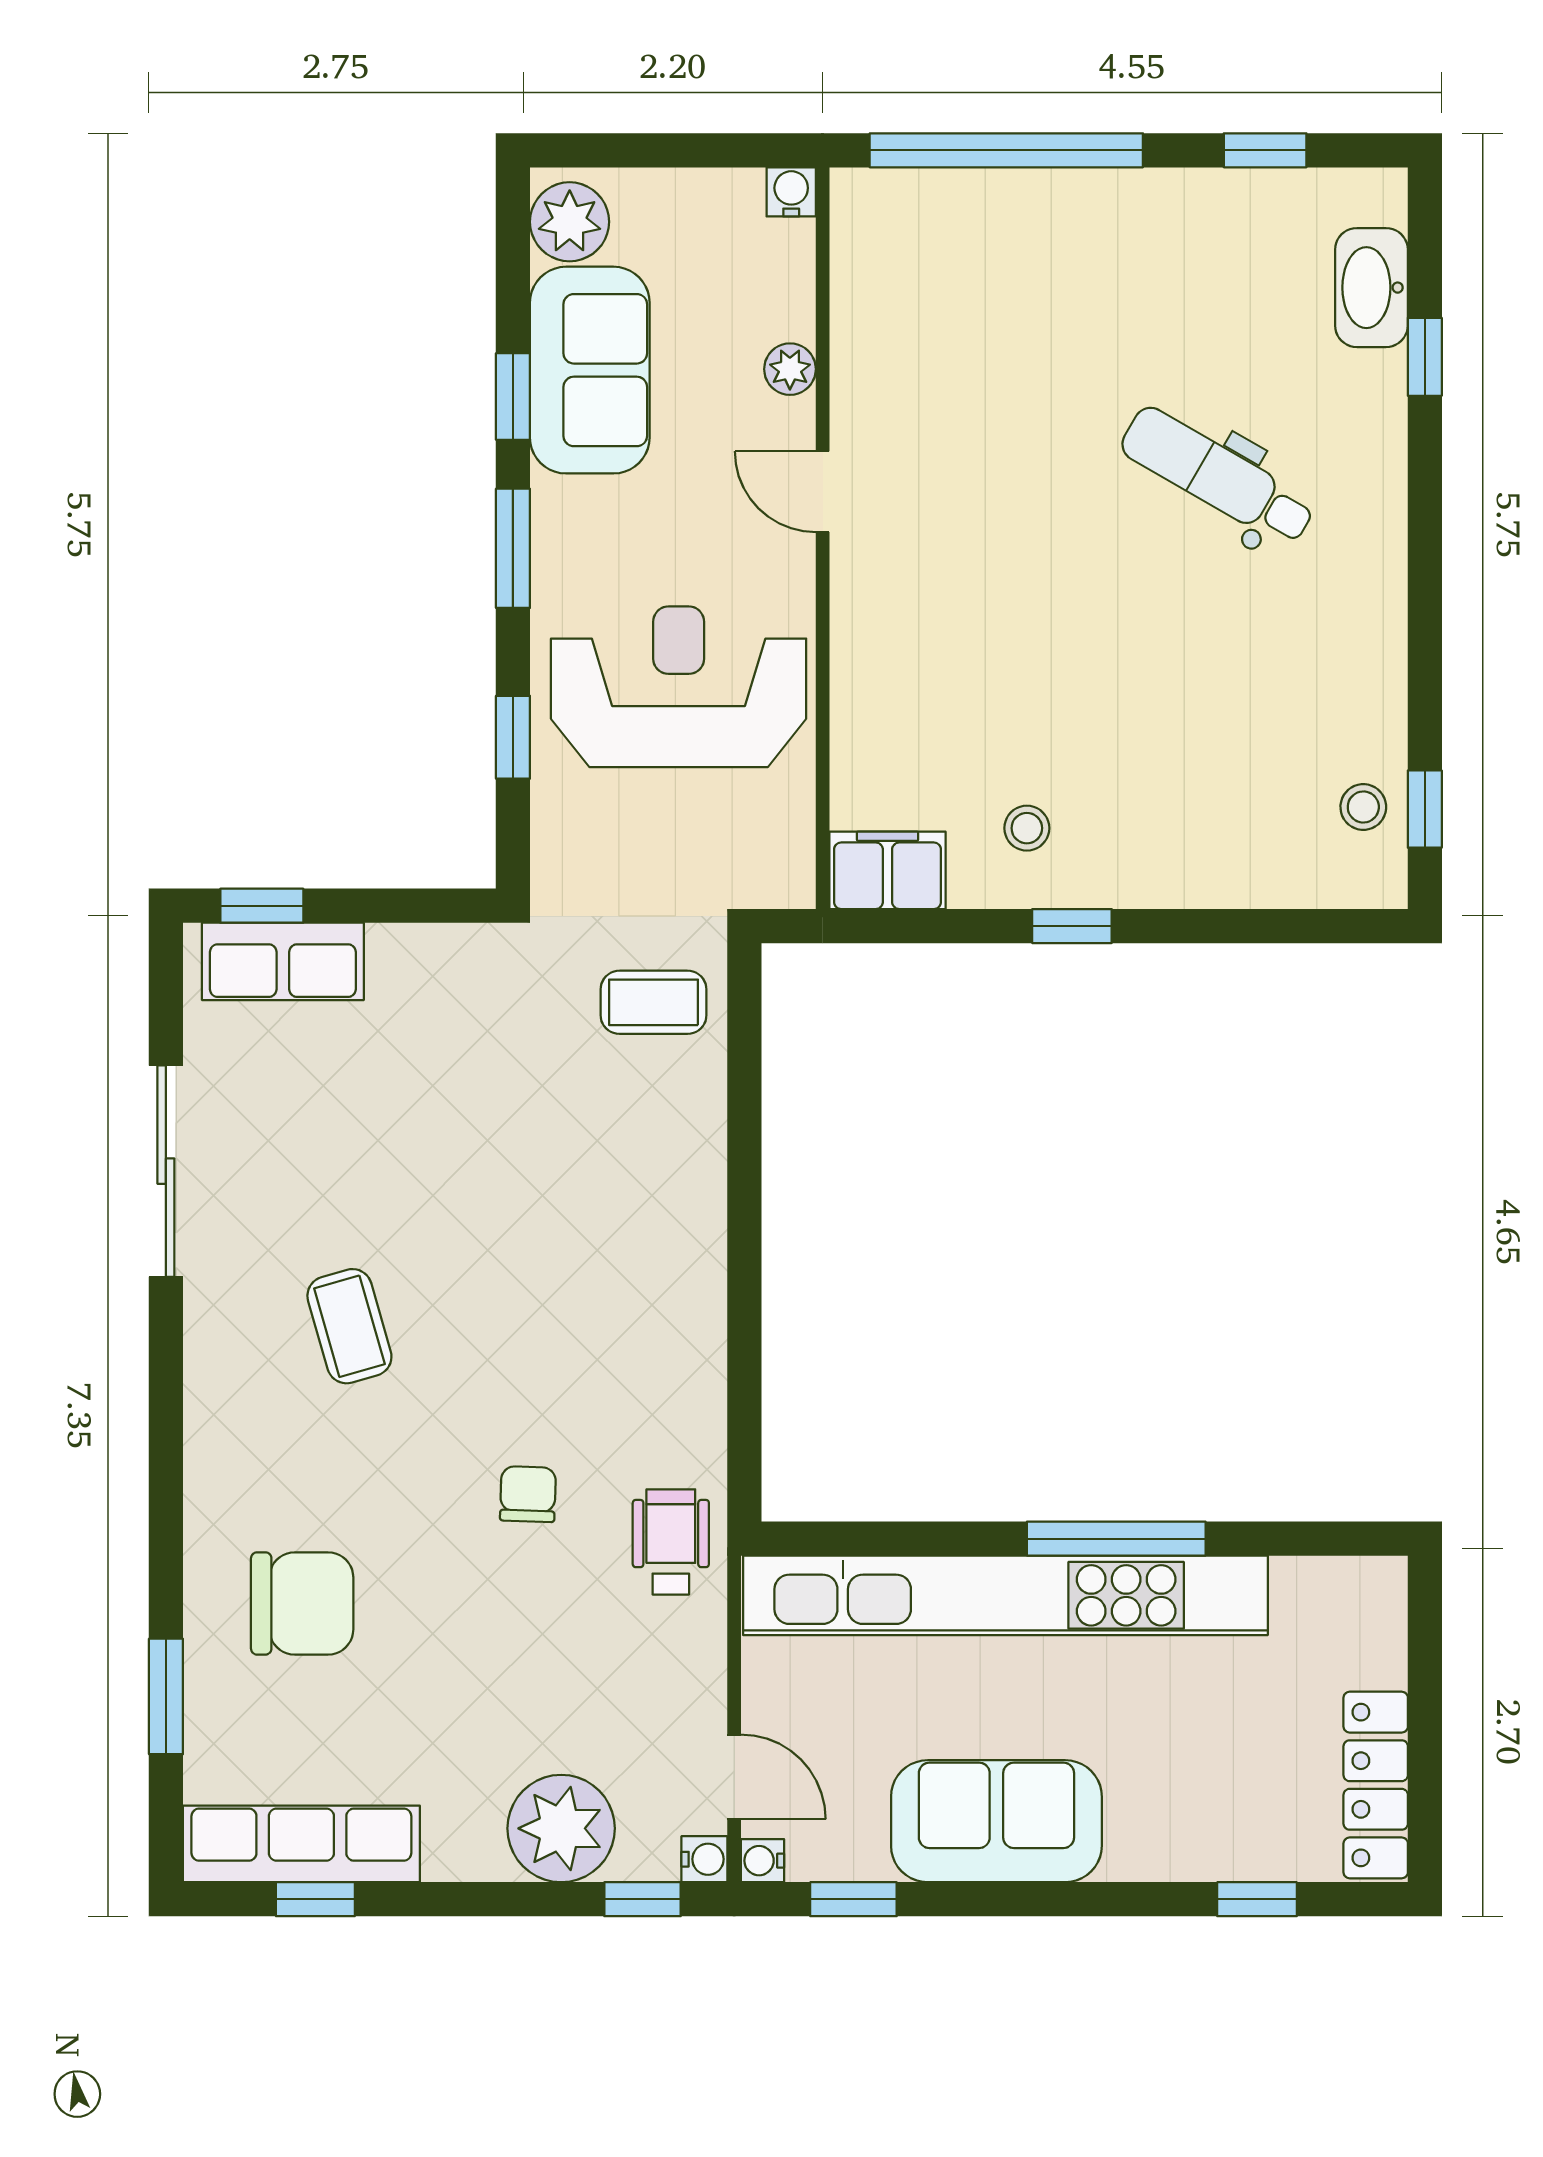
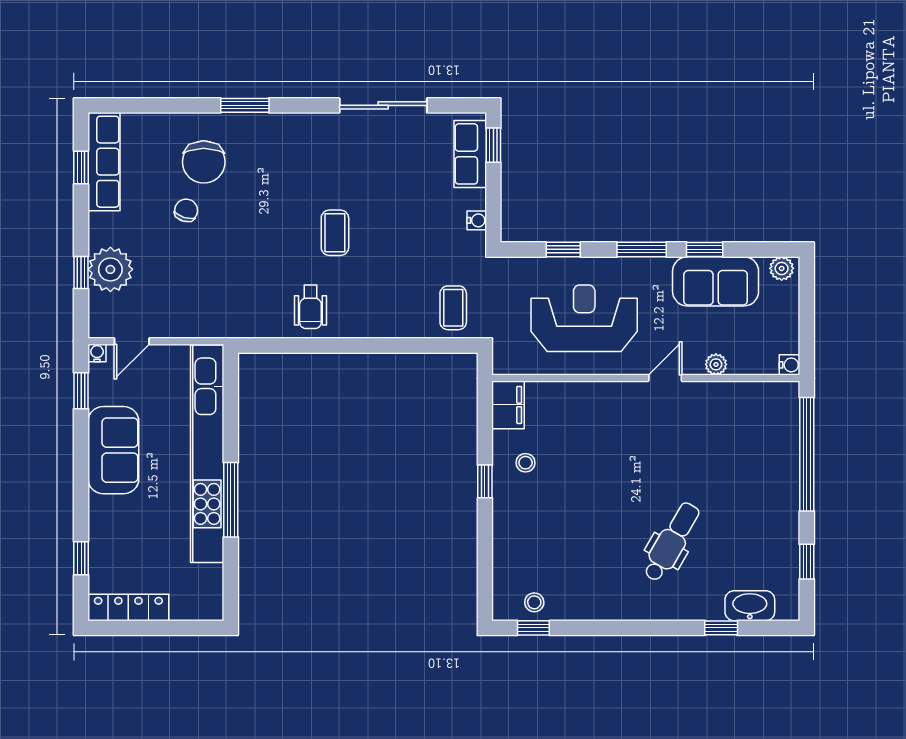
plant: (570, 222) -> (782, 268), width x0.73, depth x0.73
reception desk: (679, 687) -> (584, 318), turned -90
coffee table: (349, 1326) -> (335, 233), moved, turned -74
chair: (528, 1494) -> (186, 210), moved, turned -75
wheelchair: (671, 1542) -> (310, 307), moved, turned 90
window: (166, 1696) -> (245, 105), moved
water cooler: (704, 1859) -> (477, 220), moved, turned -90
window: (642, 1899) -> (81, 273), moved

